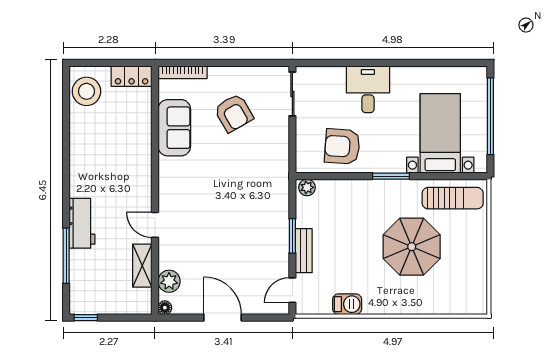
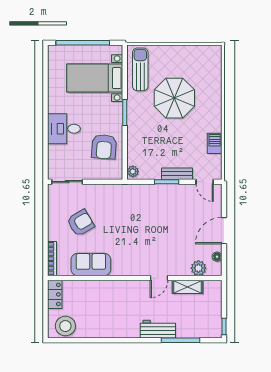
floor lamp: (165, 308) -> (217, 257), moved

